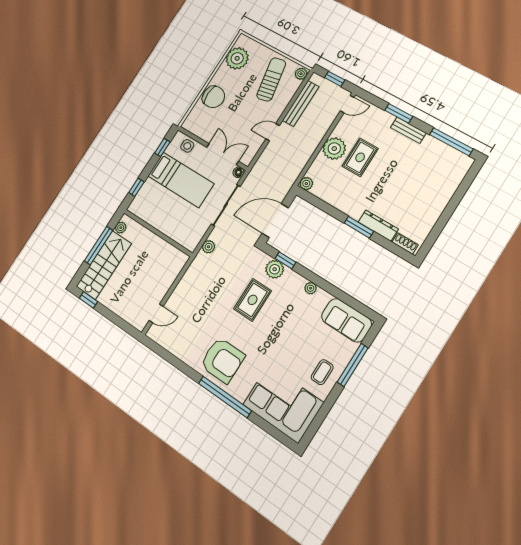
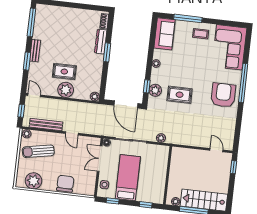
window: (88, 300) -> (233, 167), moved

